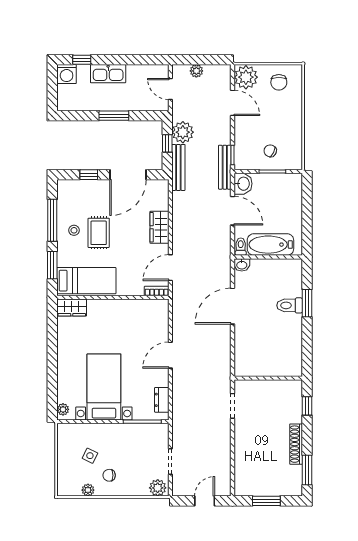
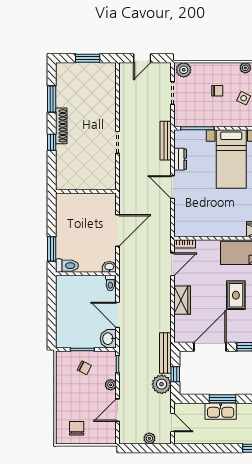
kitchen sink: (108, 74) -> (221, 411), moved, turned 180
plant: (246, 77) -> (111, 385), moved, width x0.53, depth x0.53
door: (232, 103) -> (118, 410), hinge flipped
bench: (225, 167) -> (166, 141), moved
bathtub: (270, 245) -> (84, 285), removed
window: (307, 303) -> (52, 249), moved
toilet: (290, 305) -> (67, 266), moved
door: (170, 355) -> (173, 187), swing flipped
wall: (268, 378) -> (86, 191), moved
dresser: (162, 400) -> (180, 159), moved
shoe rack: (296, 444) -> (61, 126), moved
window: (307, 470) -> (52, 99), moved
chair: (109, 475) -> (217, 91), moved

